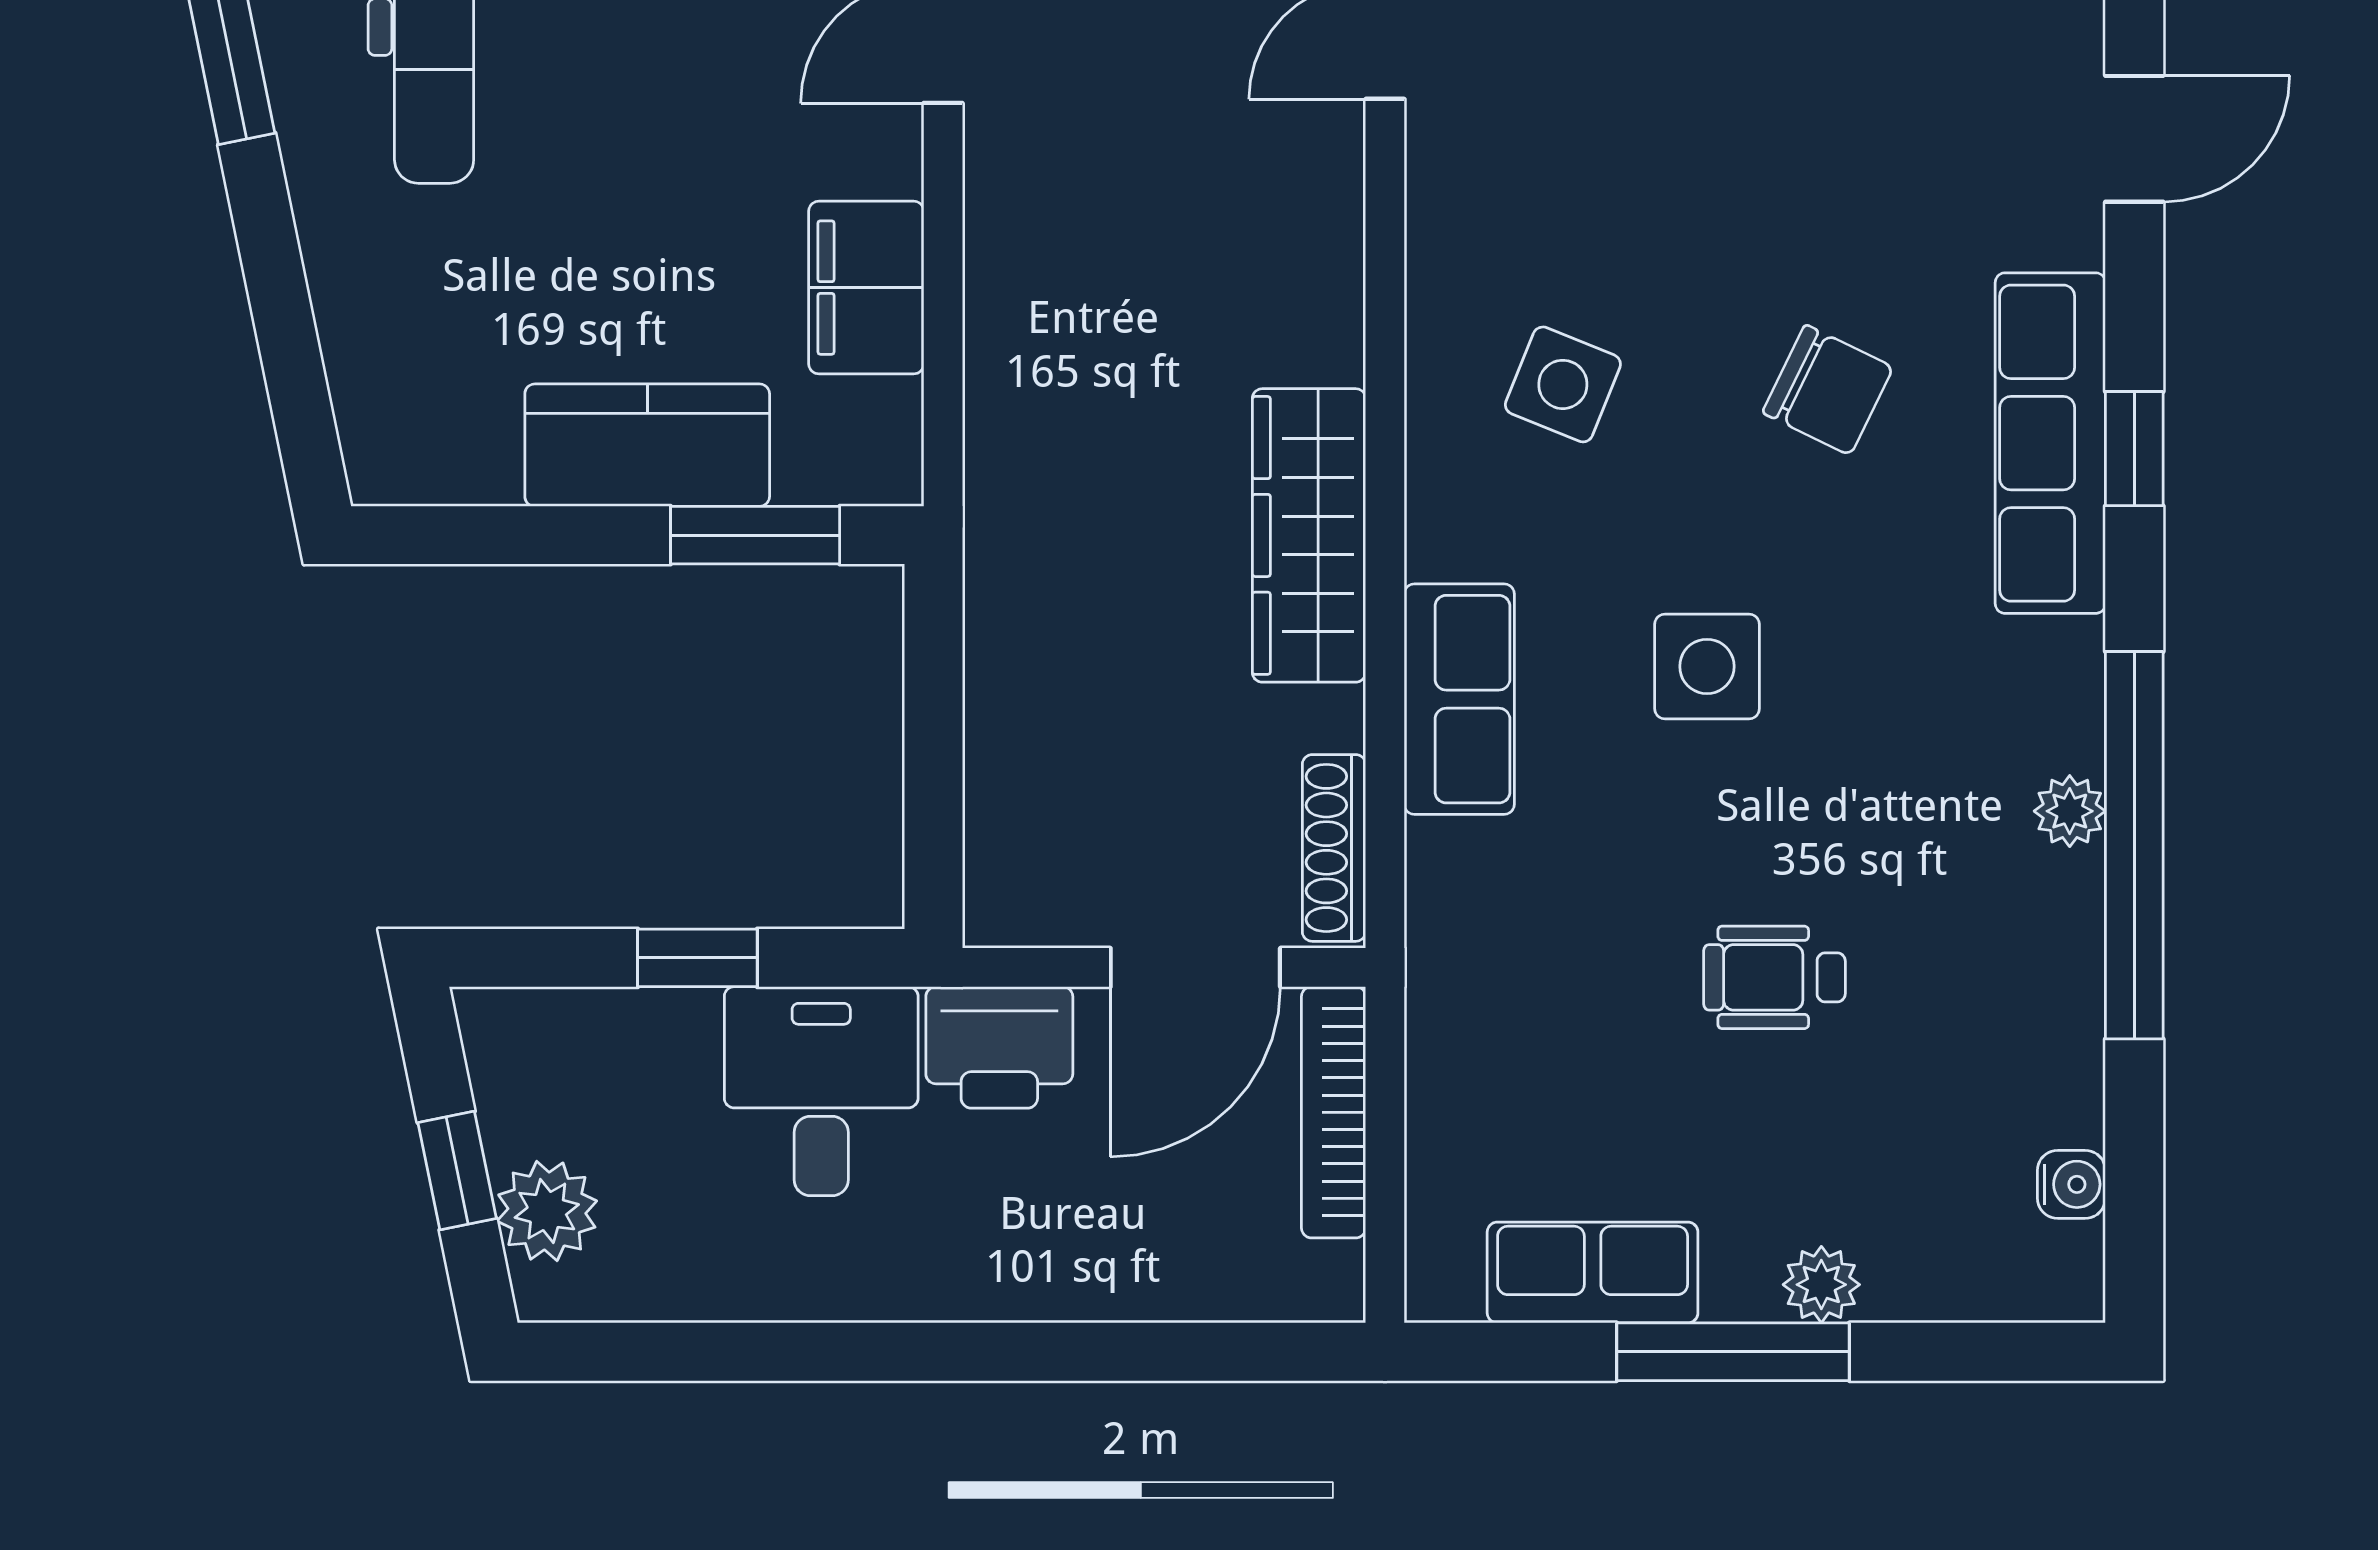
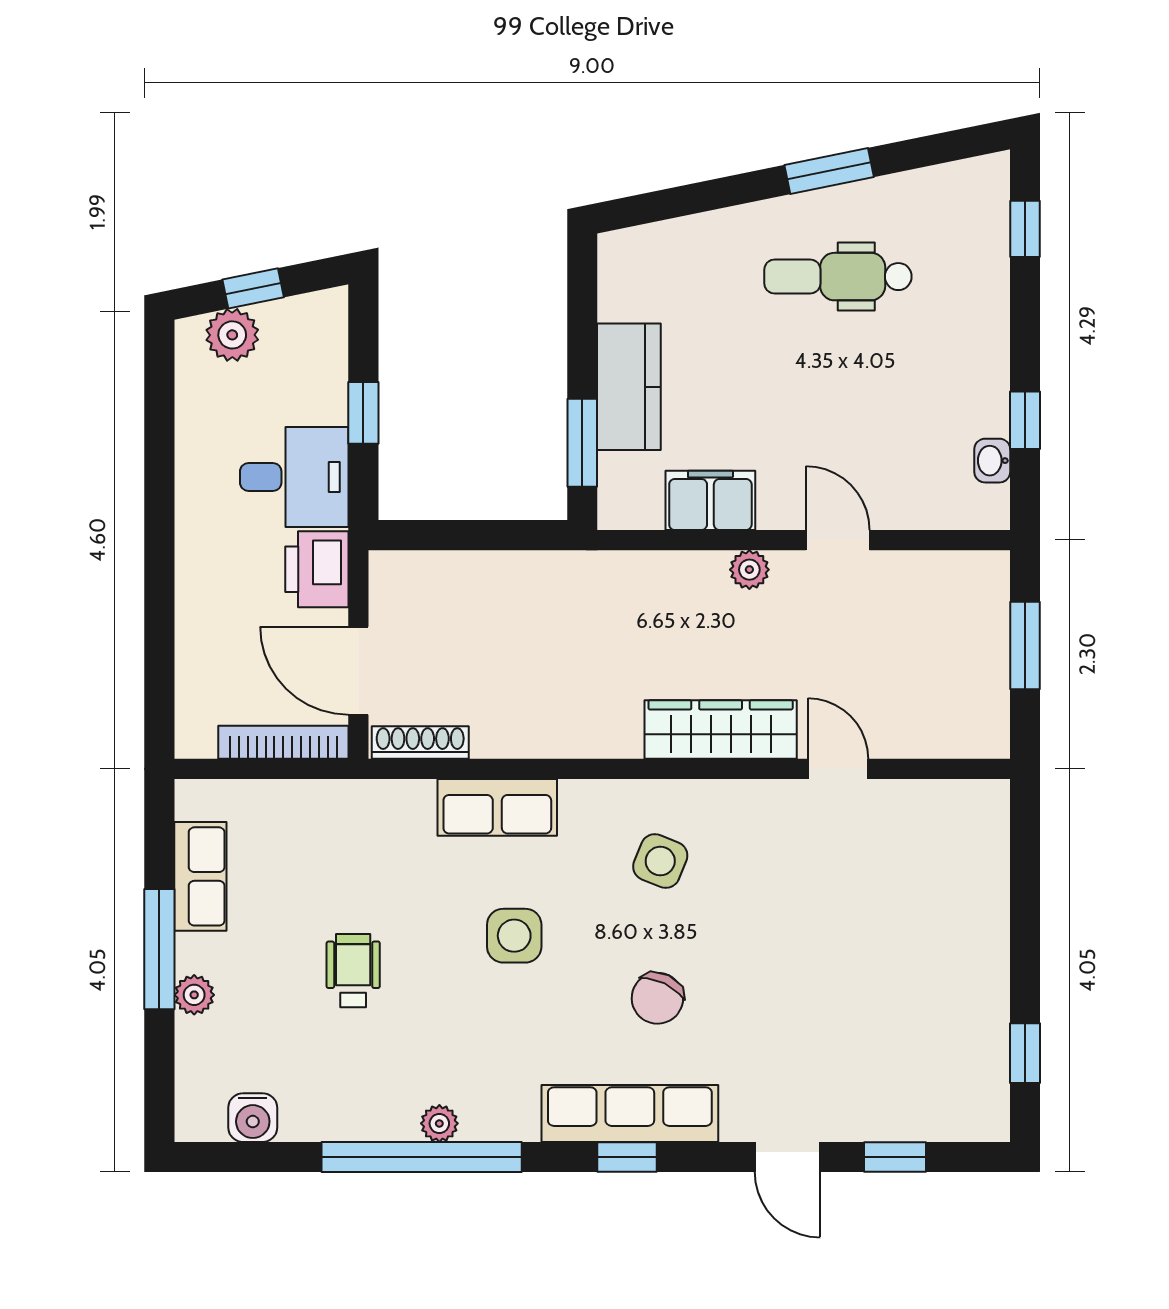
plant: (1000, 212) -> (749, 570), added
wardrobe: (1309, 535) -> (721, 730), moved
water cooler: (2071, 1184) -> (253, 1118), width x1.38, depth x1.38

